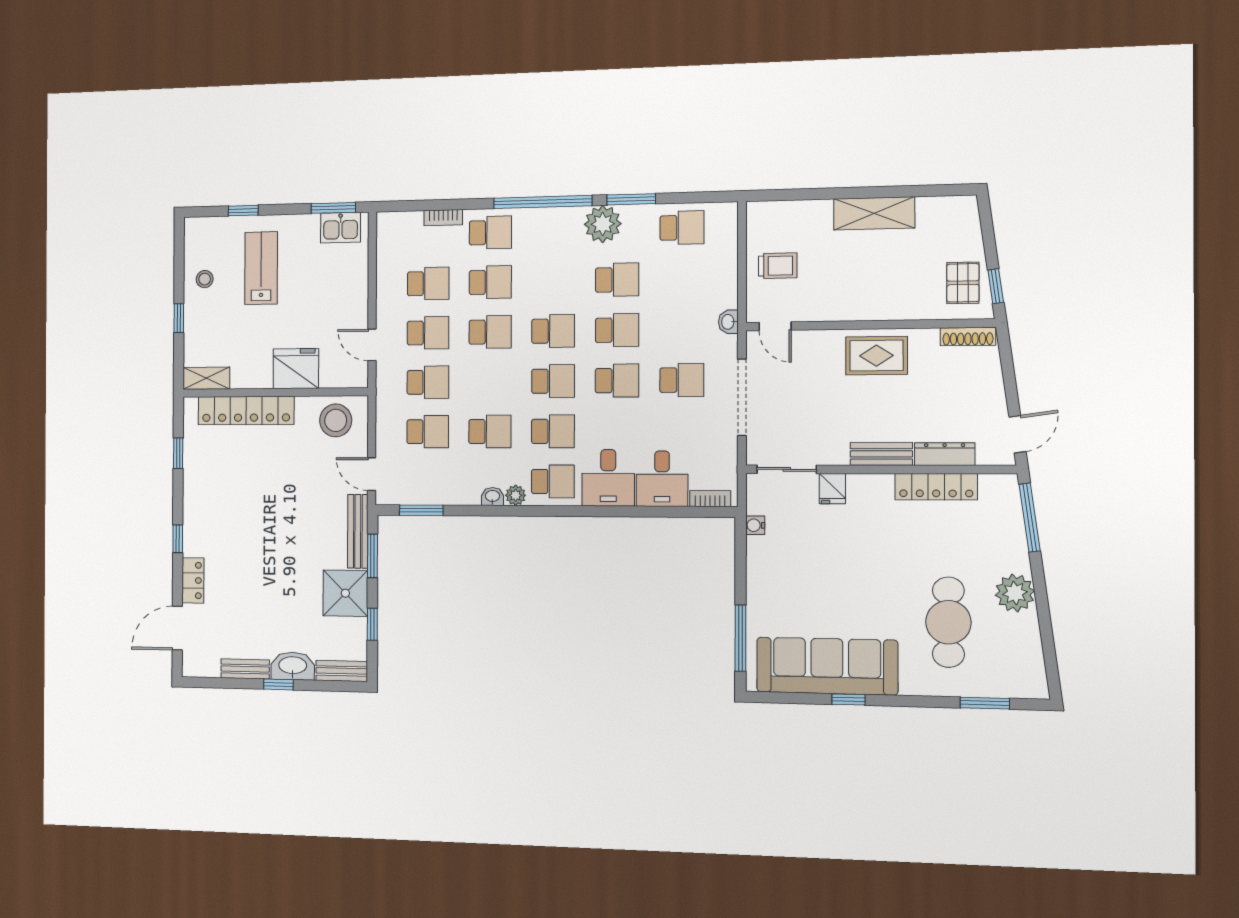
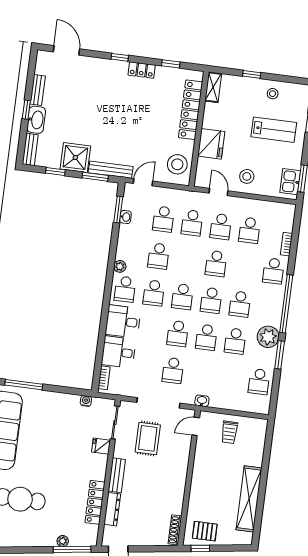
shelving: (874, 213) -> (249, 499), width x1.47
school desk: (490, 282) -> (240, 304), moved
stool: (341, 301) -> (247, 176), added
door: (372, 345) -> (219, 192), hinge flipped
rug: (876, 356) -> (148, 438), moved
washbasin: (492, 496) -> (126, 217), moved
locker: (193, 580) -> (142, 70), moved
plant: (1015, 593) -> (63, 541), moved, width x0.53, depth x0.53

